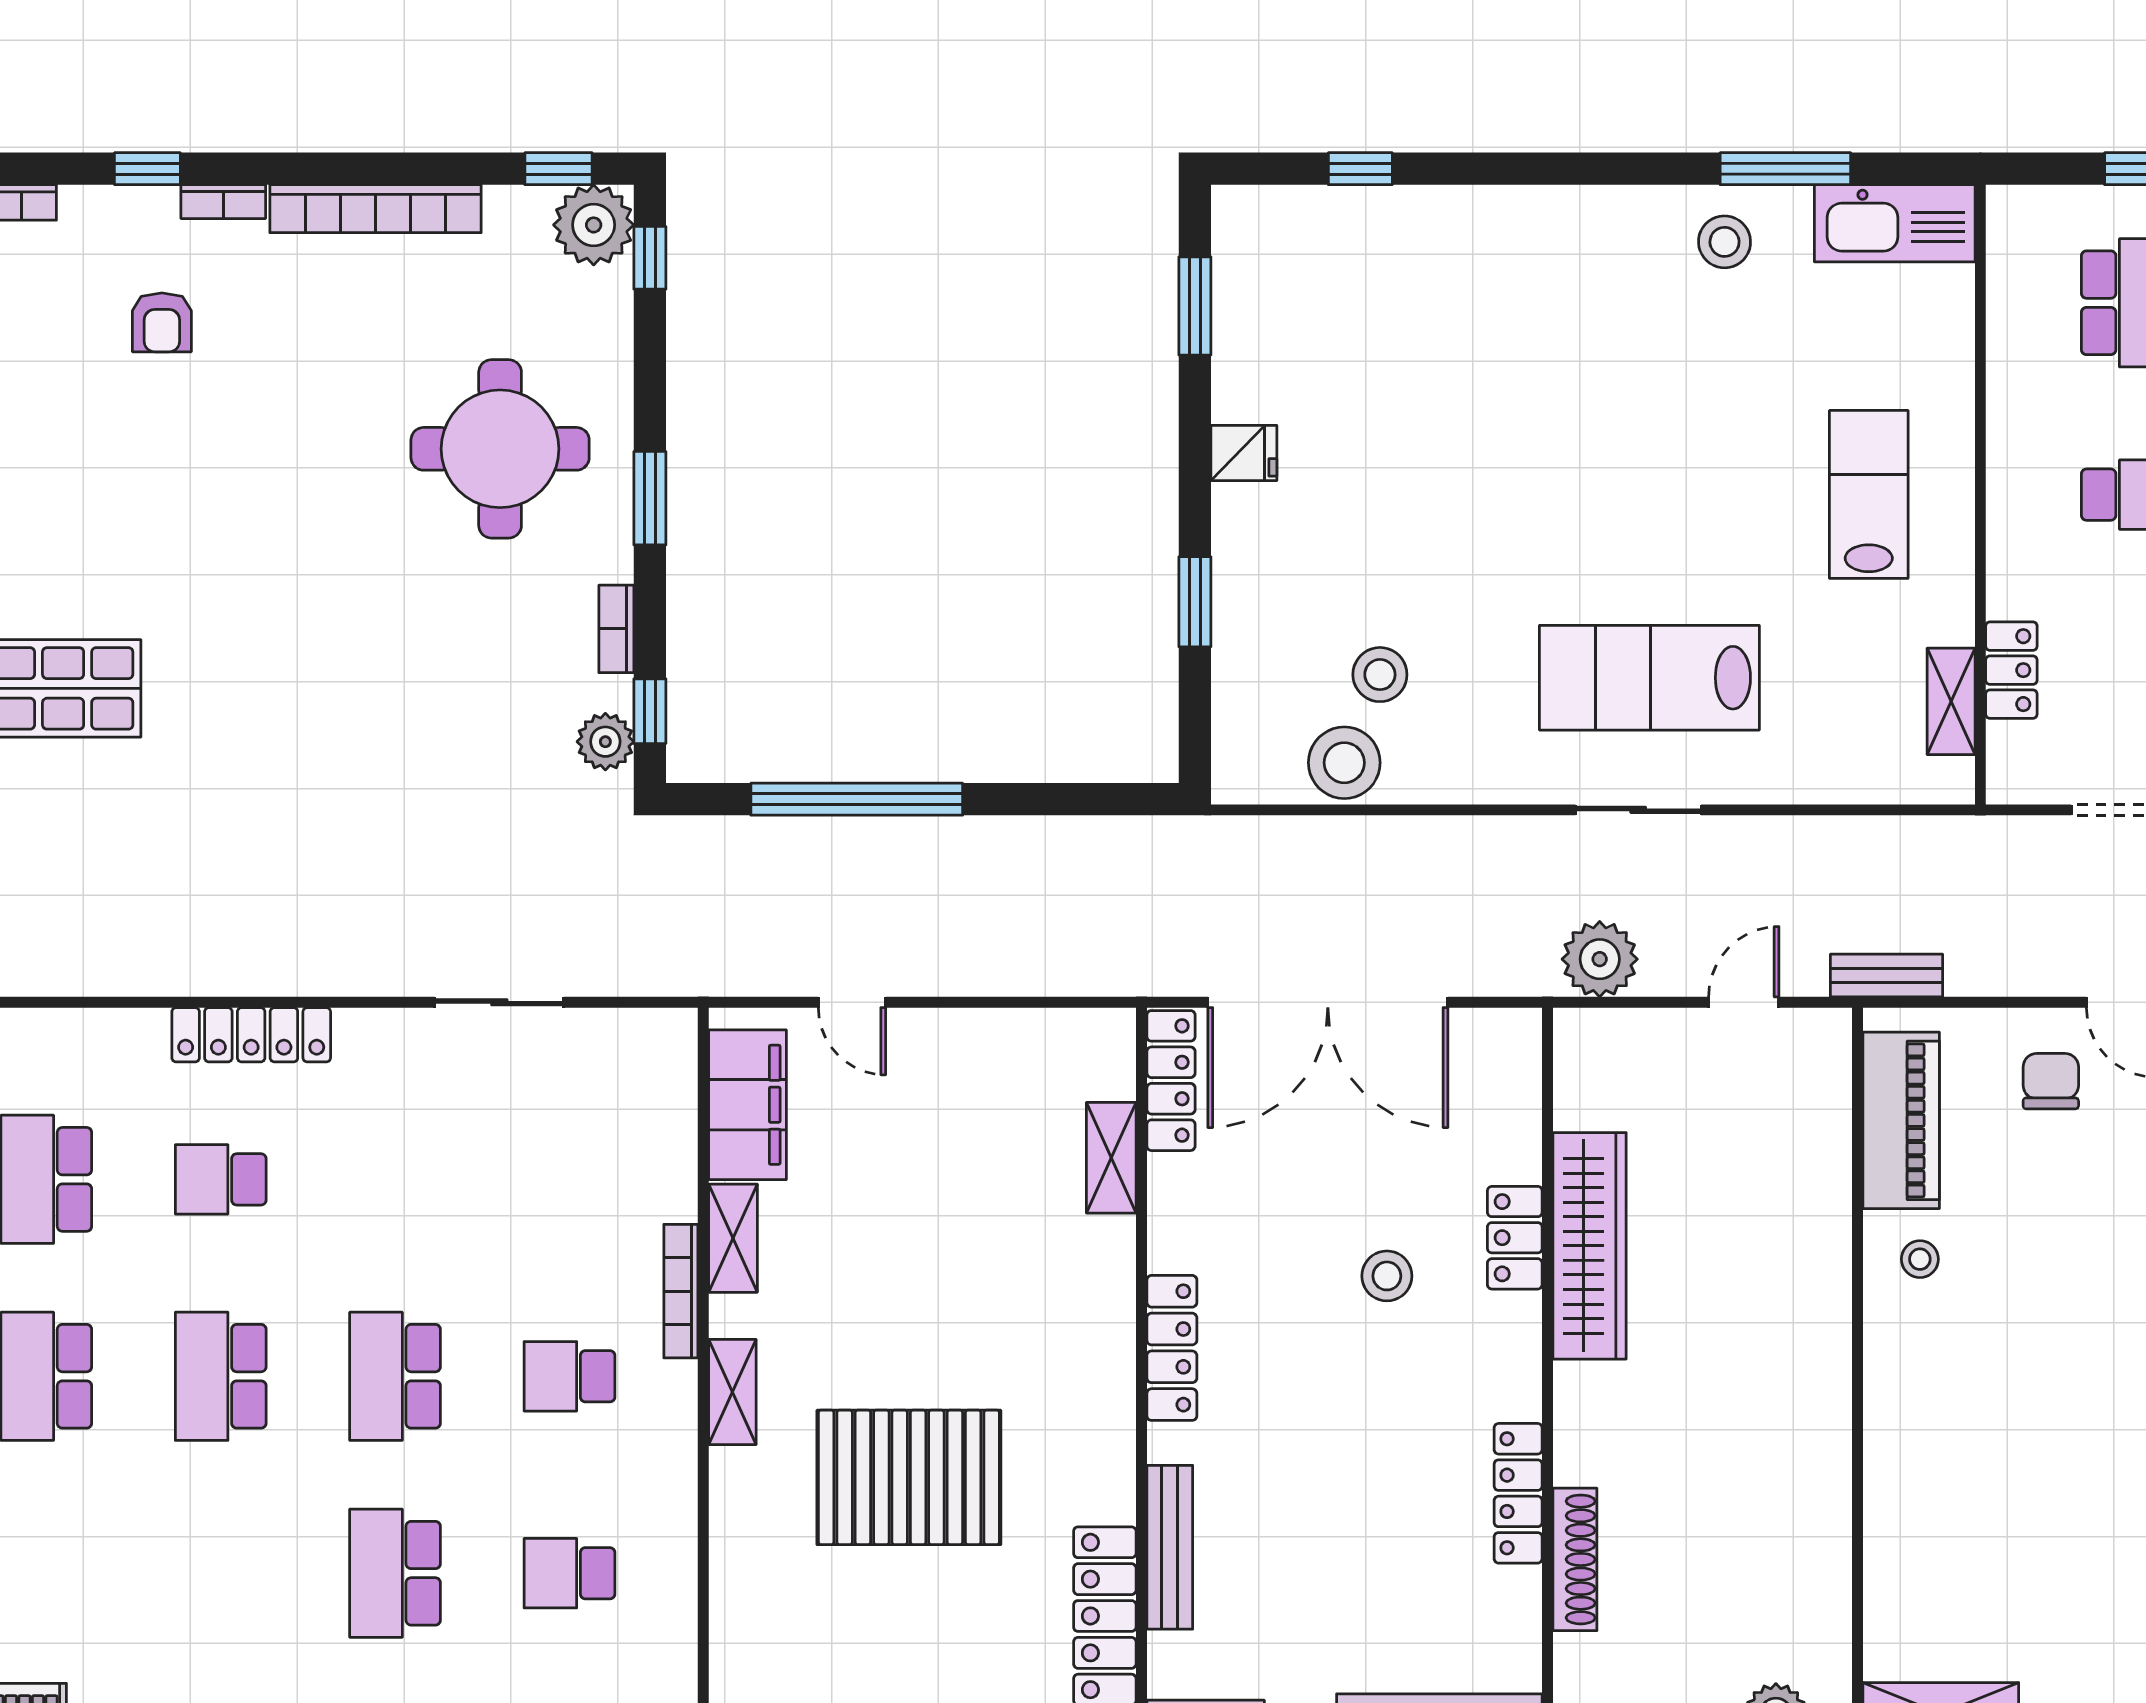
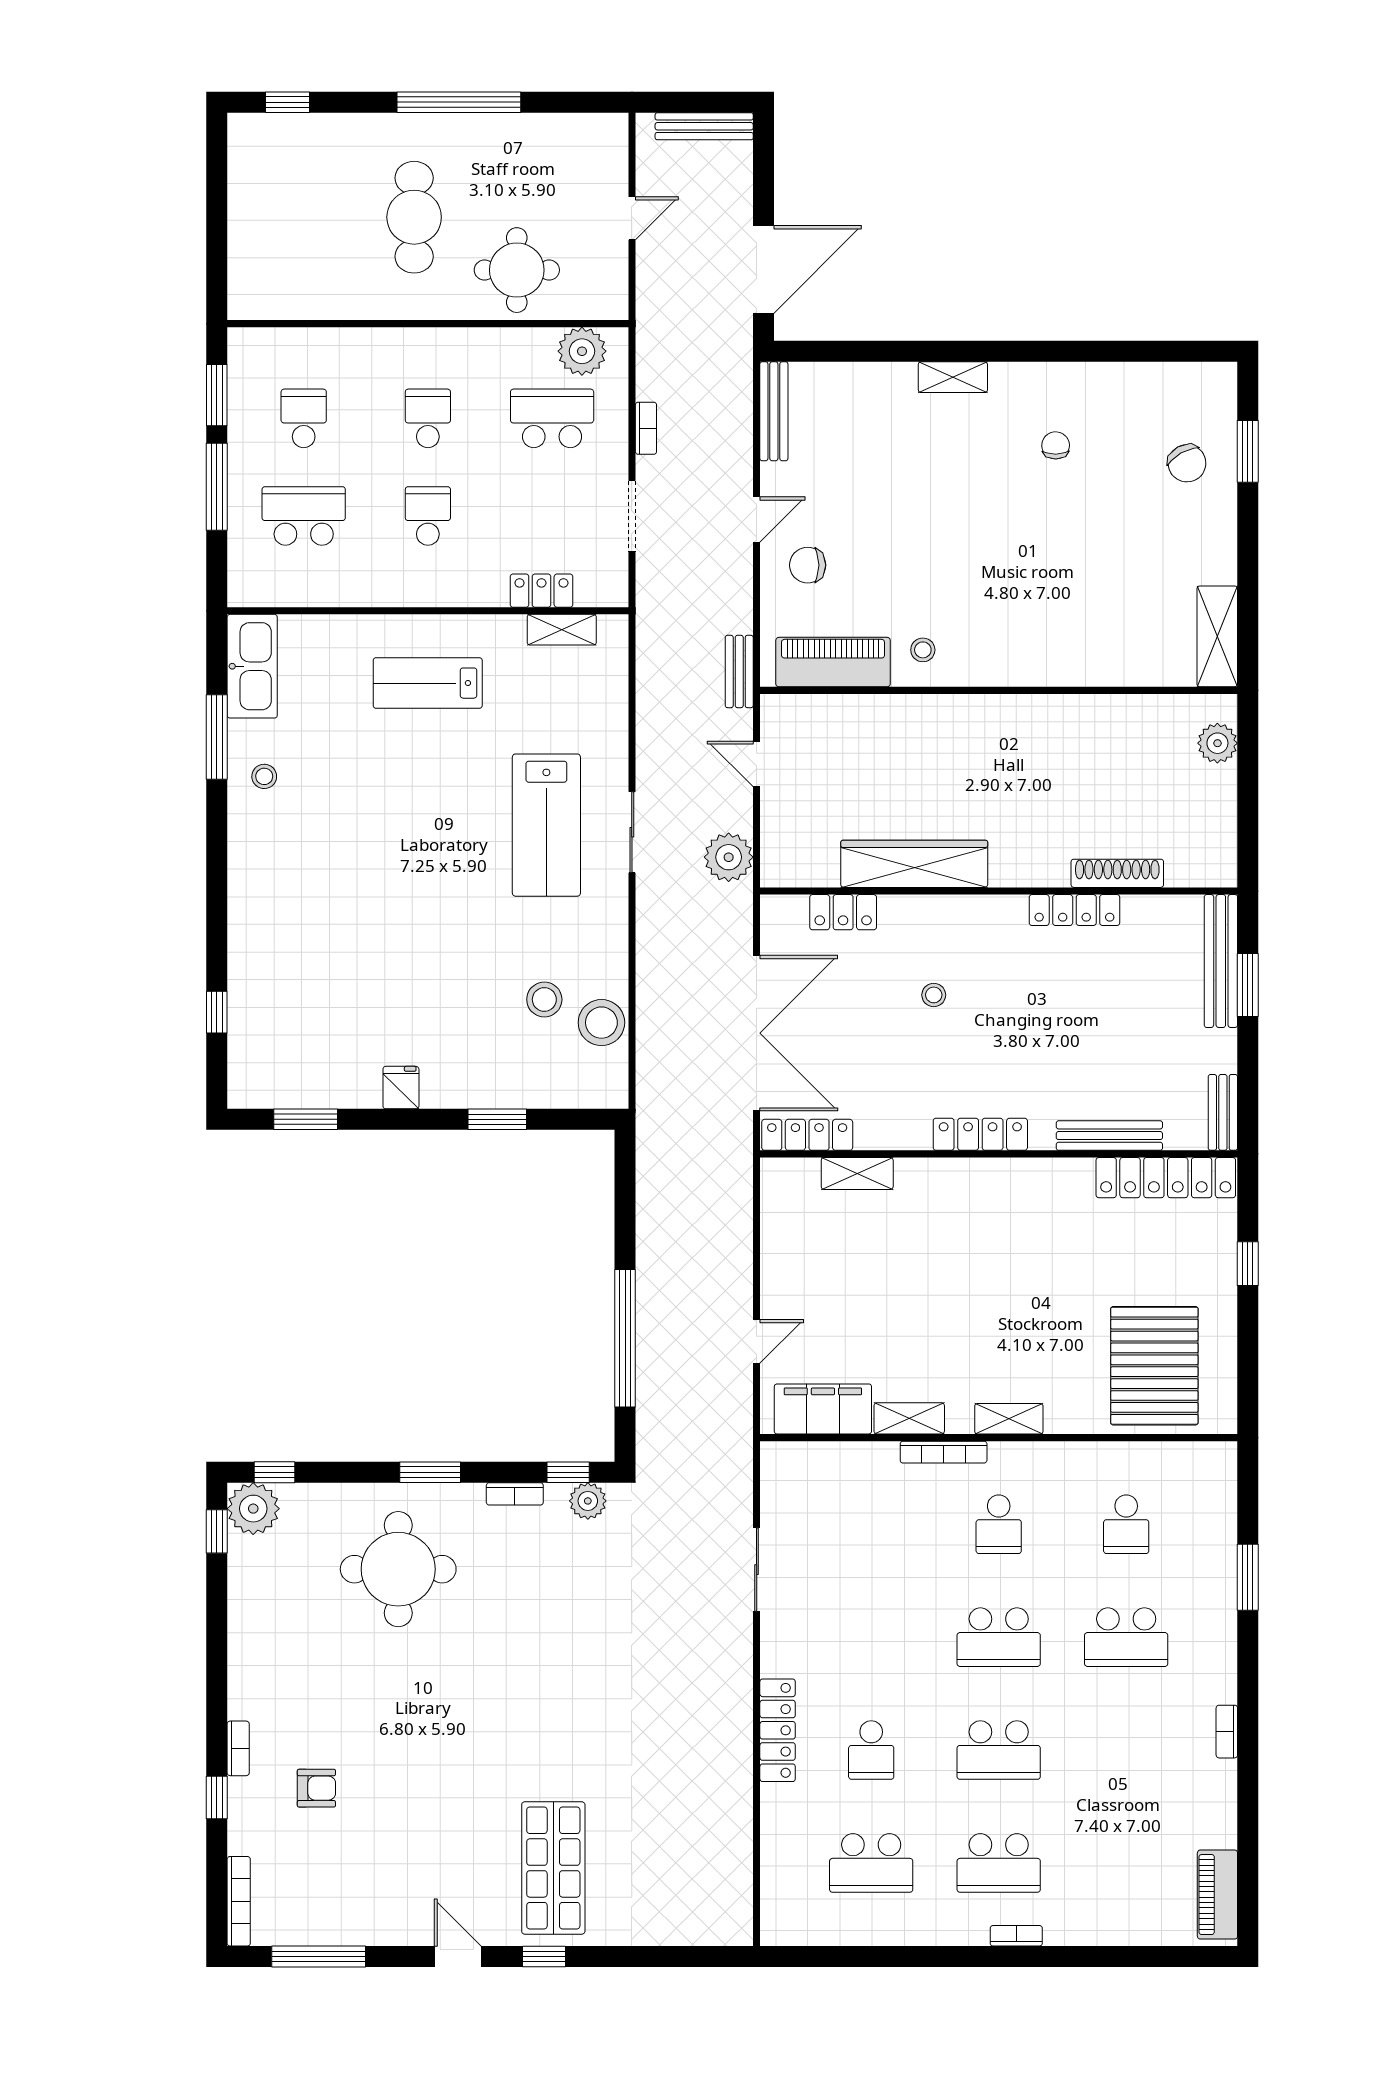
bookcase: (376, 209) -> (243, 1650), removed
stool: (1725, 242) -> (264, 776), width x0.73, depth x0.73
locker: (1515, 1238) -> (843, 912), moved
stool: (1387, 1276) -> (934, 995), width x0.73, depth x0.73
pallet: (909, 1477) -> (1154, 1366), moved

